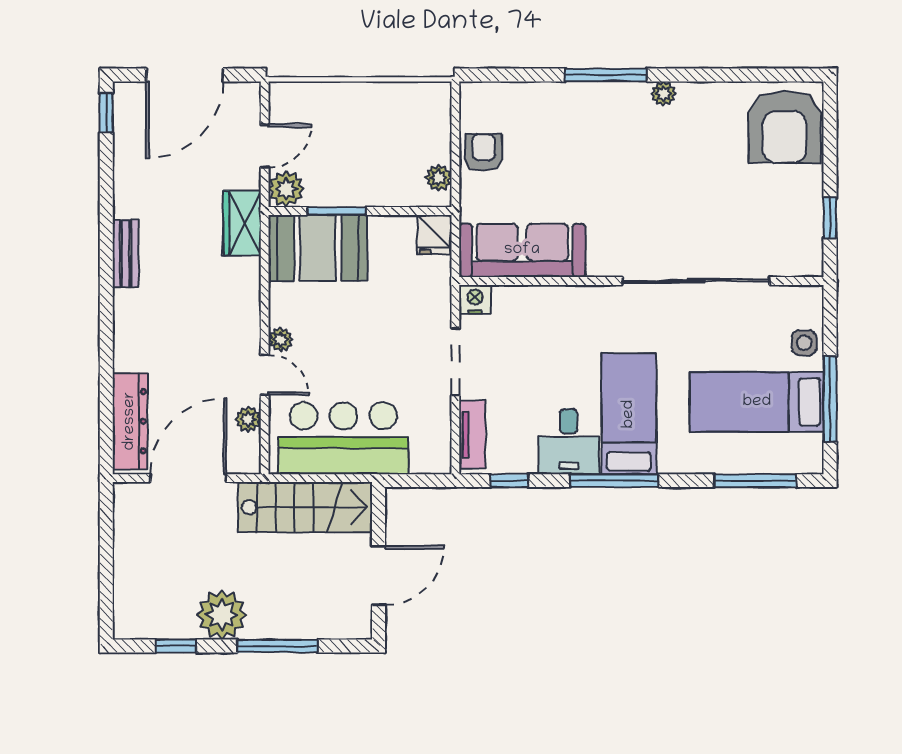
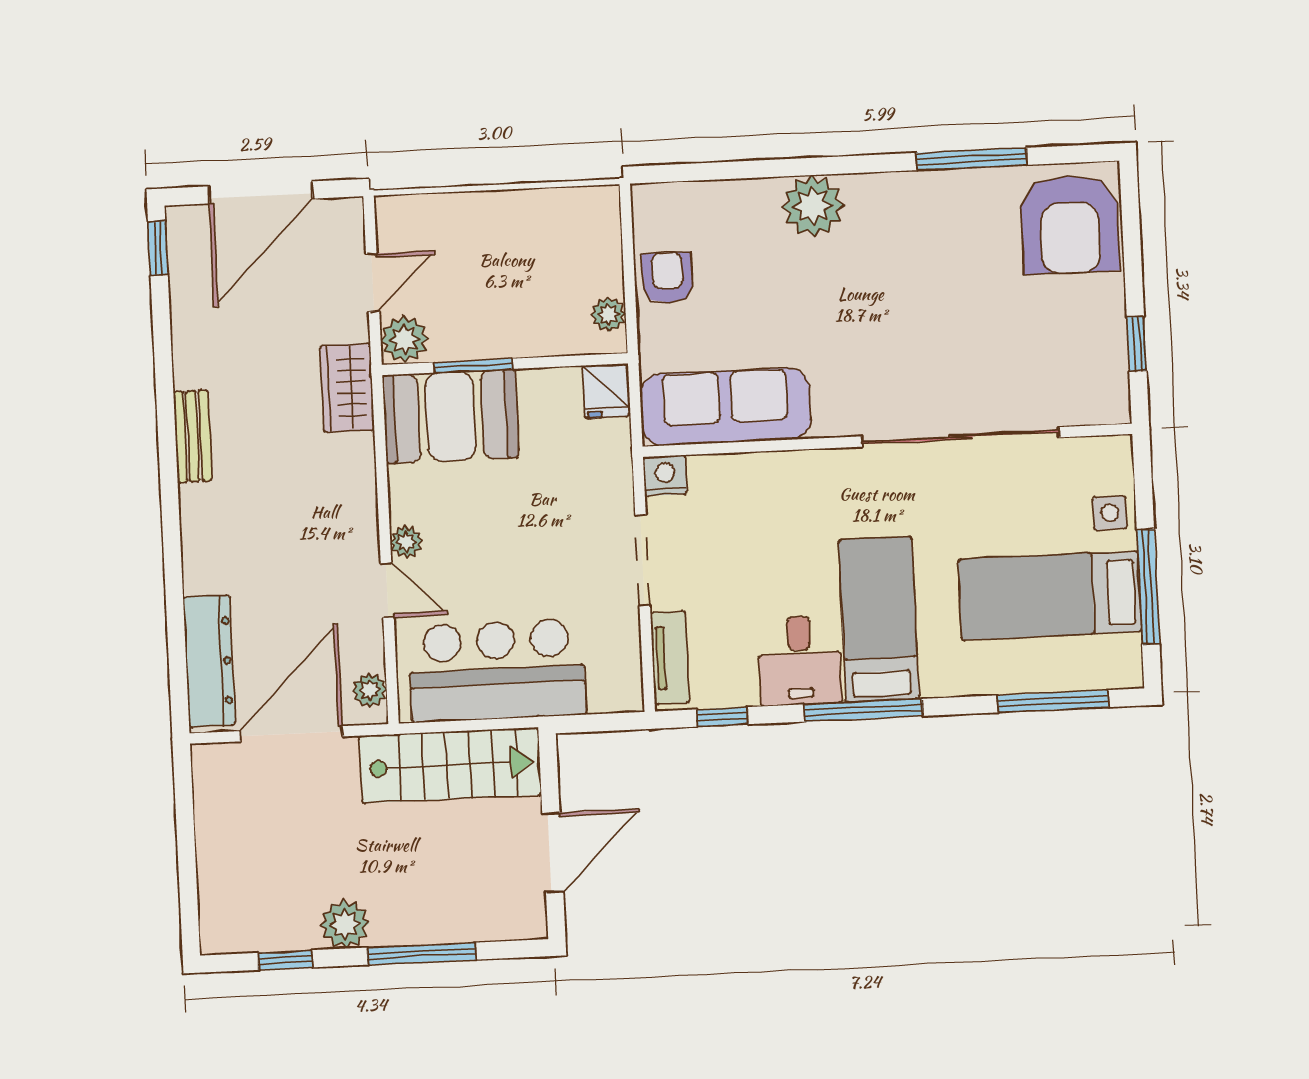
window: (606, 75) -> (972, 159), moved
plant: (664, 94) -> (813, 206), moved, width x1.87, depth x1.87
plant: (248, 419) -> (370, 690), moved
plant: (222, 615) -> (345, 924), width x0.73, depth x0.73

